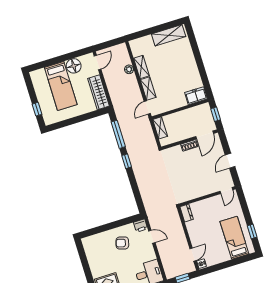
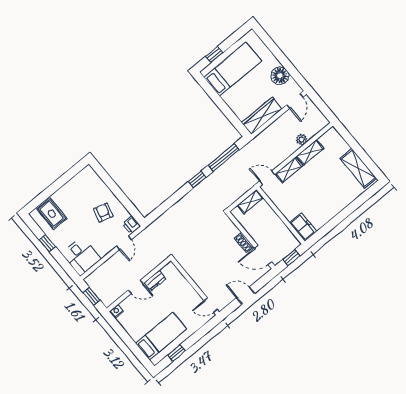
door: (98, 62) -> (295, 101), hinge flipped
bed: (61, 86) -> (233, 69), moved, turned 180
dresser: (187, 213) -> (155, 281), moved
door: (193, 255) -> (136, 287), moved

